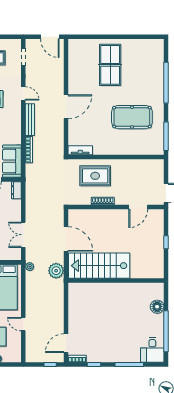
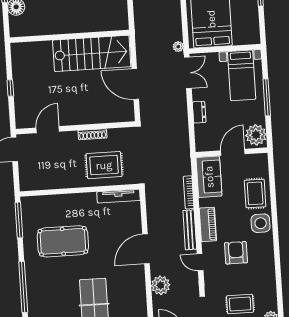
piano: (15, 123) -> (208, 224), added
tv unit: (80, 150) -> (118, 196), width x1.41
dresser: (16, 190) -> (199, 112), moved
double door: (23, 235) -> (188, 73), moved
plant: (56, 271) -> (161, 285), moved

